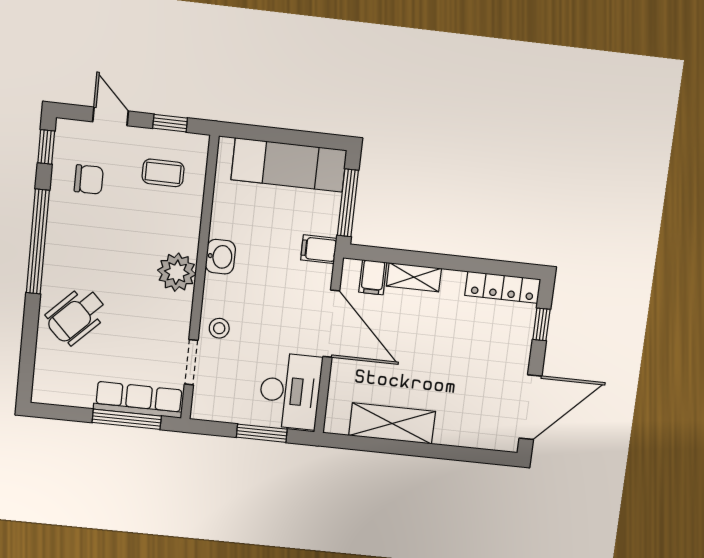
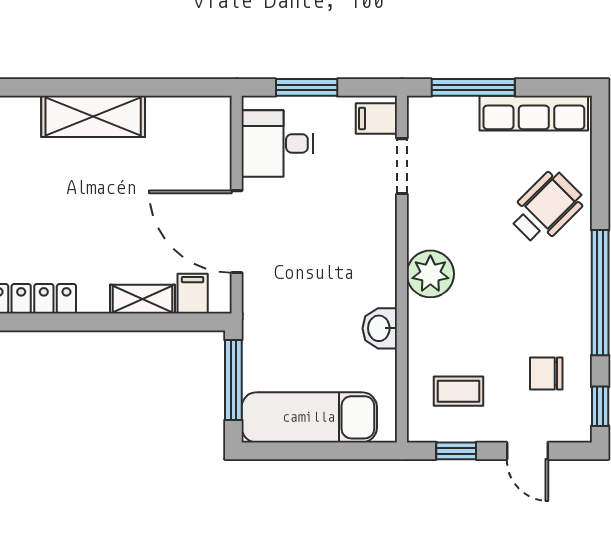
filing cabinet: (319, 249) -> (376, 118), moved, turned 180
washbasin: (220, 257) -> (380, 328), moved
stool: (219, 328) -> (372, 211), removed
desk: (290, 391) -> (278, 143), width x0.73
row of seats: (139, 400) -> (534, 113), moved
shelving: (392, 423) -> (93, 116), moved

